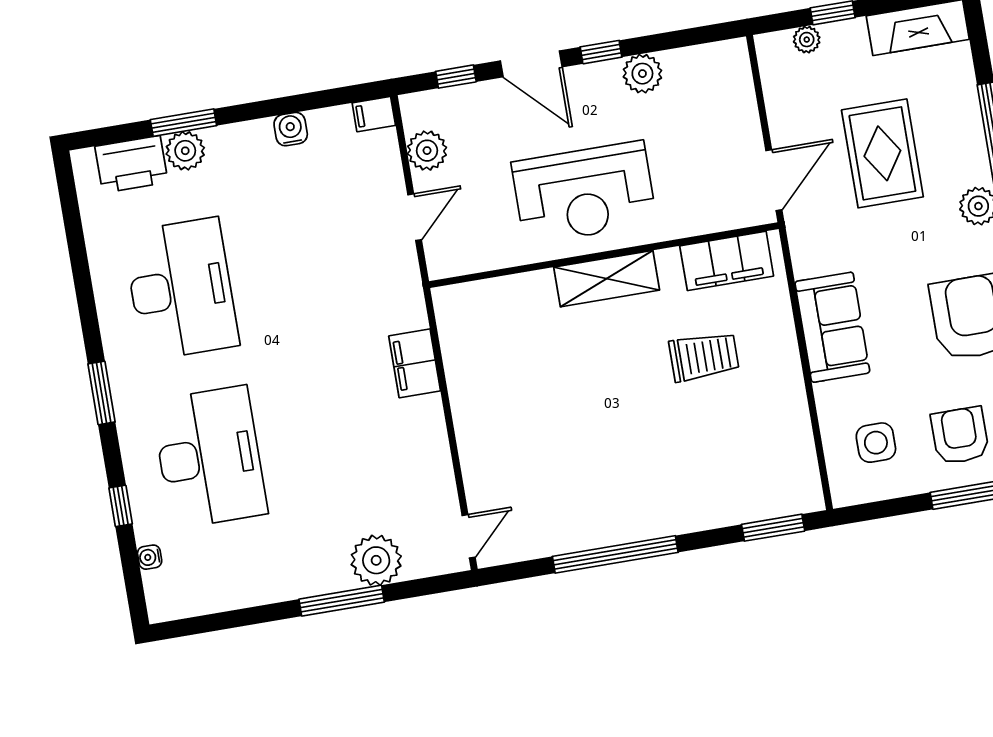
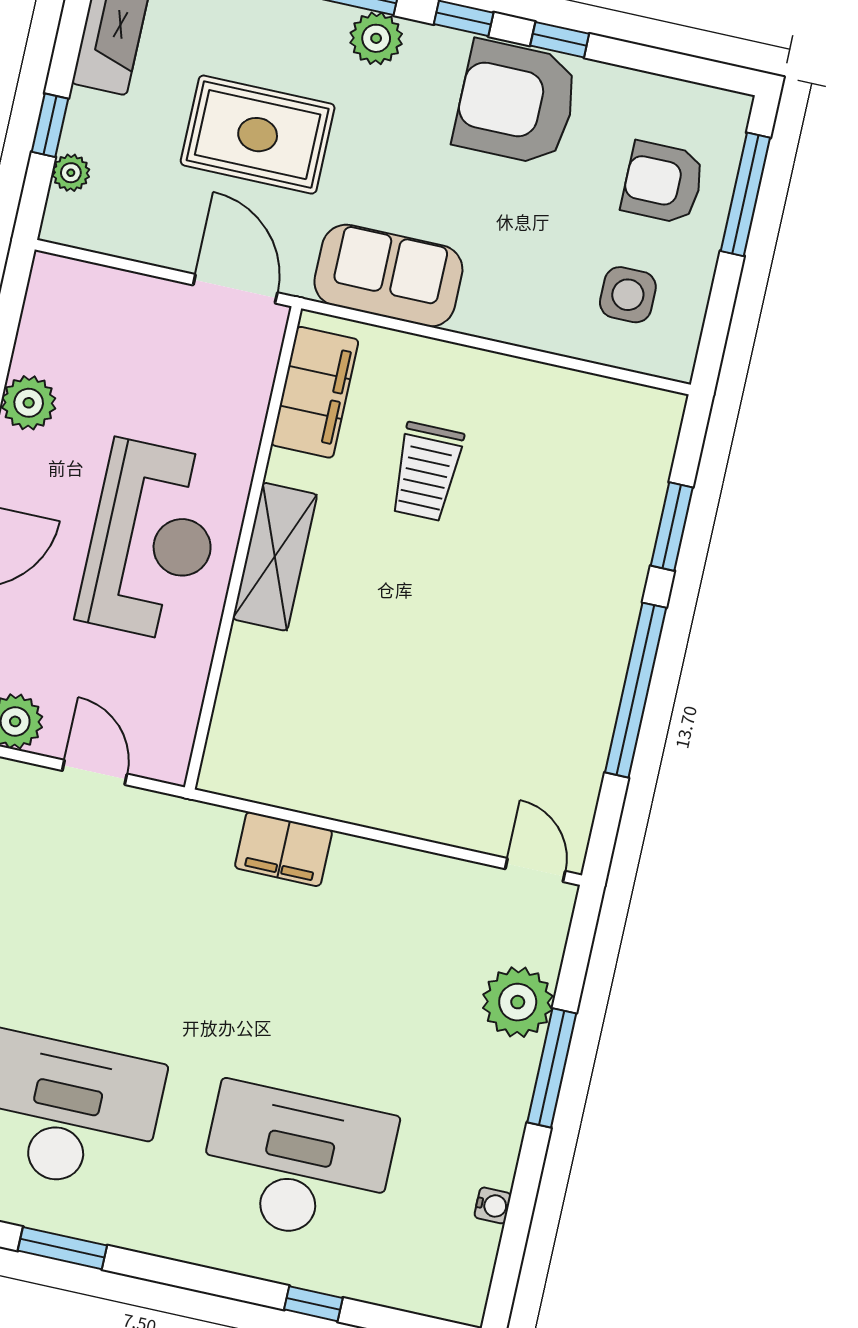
sofa: (832, 327) -> (388, 276), moved
trolley: (704, 357) -> (426, 472), turned 180
window: (102, 393) -> (62, 1248), moved
window: (773, 528) -> (672, 526), moved
water cooler: (150, 557) -> (493, 1205), moved, turned -90

